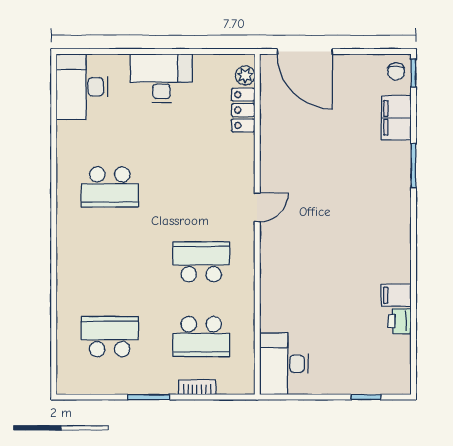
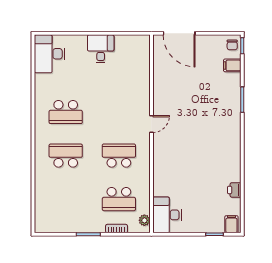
plant: (245, 75) -> (144, 220), moved
desk: (161, 78) -> (101, 49), width x0.73
locker: (243, 110) -> (143, 67), removed
filing cabinet: (396, 118) -> (232, 65), width x0.50
filing cabinet: (396, 295) -> (231, 224), moved, turned 90
school desk: (110, 337) -> (66, 156), moved

